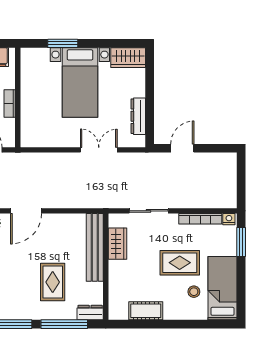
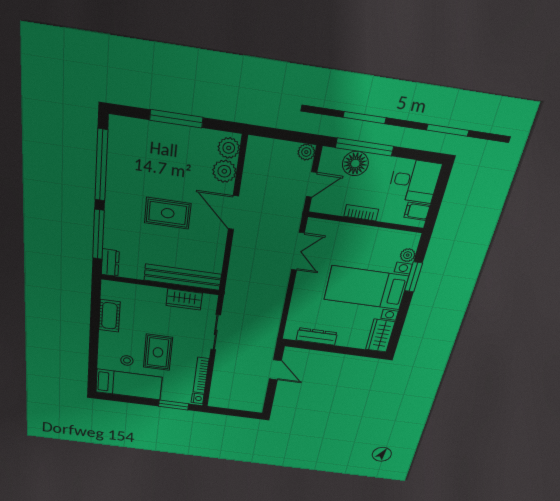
plant: (43, 54) -> (408, 255), added
double door: (99, 150) -> (298, 251), moved
rug: (53, 282) -> (168, 213), moved

